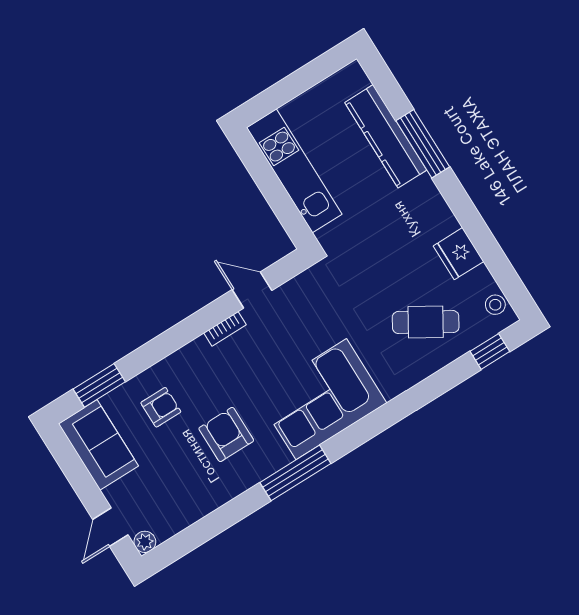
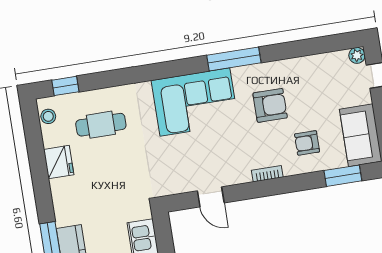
cafe table: (426, 322) -> (101, 125), turned -31
bookcase: (225, 329) -> (267, 174), moved
armchair: (226, 434) -> (270, 105), turned -90

